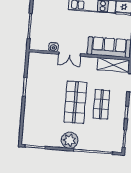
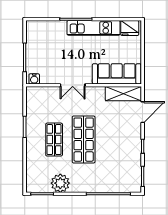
water cooler: (53, 47) -> (34, 79), moved
shop shelf: (101, 104) -> (54, 140), moved
plant: (70, 140) -> (60, 183), moved

